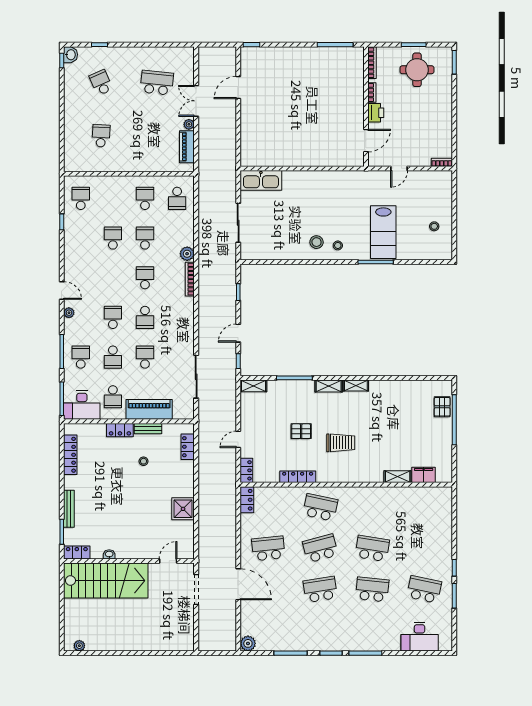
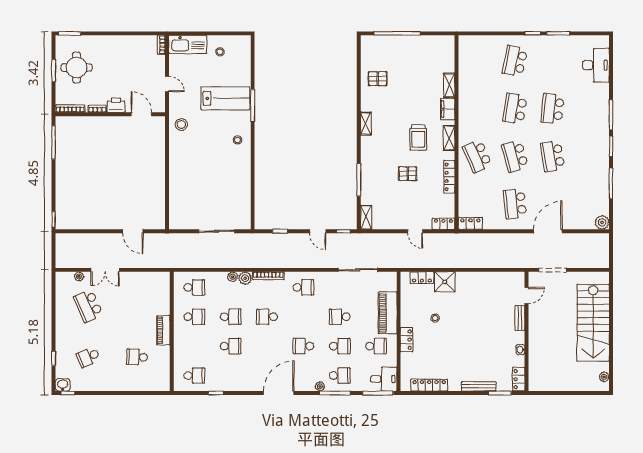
school desk: (157, 83) -> (88, 306), turned -30
door: (238, 88) -> (133, 231), moved
plant: (189, 124) -> (79, 276), moved
piano: (187, 147) -> (163, 330), moved, turned 90
kitchen sink: (261, 180) -> (188, 44), moved, turned 90
school desk: (81, 198) -> (194, 376), turned 180
school desk: (145, 198) -> (194, 317), turned 180
school desk: (113, 238) -> (231, 346), turned 180
school desk: (145, 238) -> (231, 317), turned 180
plant: (189, 240) -> (232, 277), added
stool: (317, 242) -> (181, 124), moved
door: (62, 290) -> (279, 393), width x1.88
plant: (69, 313) -> (320, 386), moved
school desk: (145, 317) -> (303, 287), moved
school desk: (81, 357) -> (340, 376), turned 180
shelving: (329, 386) -> (449, 138), moved
desk: (82, 405) -> (384, 379), width x0.73
pallet: (442, 407) -> (378, 79), moved
bench: (148, 429) -> (520, 318), moved
pallet: (301, 431) -> (408, 174), turned 90
trolley: (341, 443) -> (418, 137), turned 180
filing cabinet: (424, 475) -> (448, 109), moved
school desk: (320, 507) -> (477, 156), turned -36
shower: (183, 509) -> (445, 282), moved
door: (168, 561) -> (527, 296), swing flipped
stairs: (106, 581) -> (593, 323), moved, turned 180
school desk: (424, 589) -> (515, 61), moved

